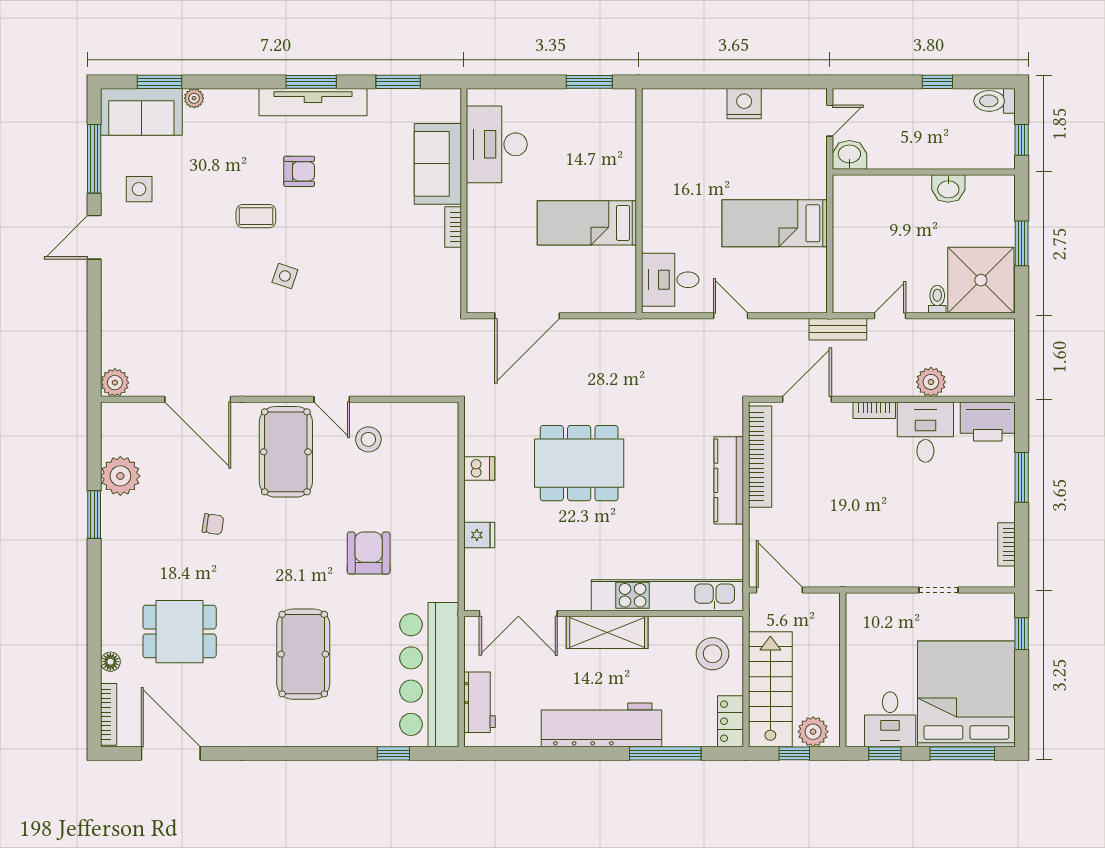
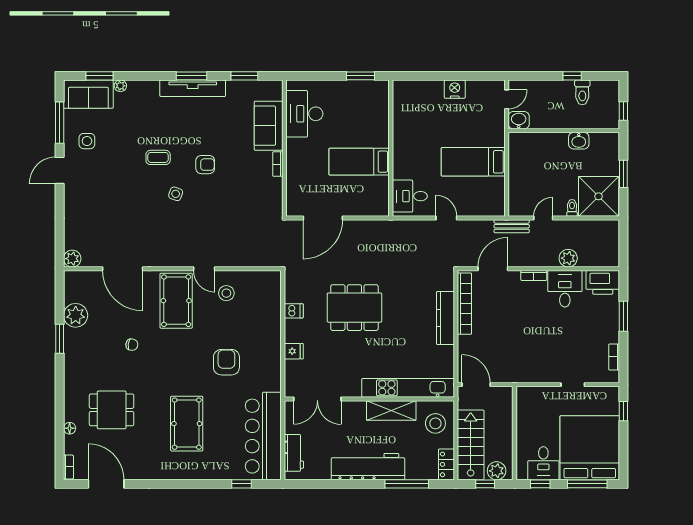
toilet: (995, 101) -> (582, 92), moved, turned -90
armchair: (299, 171) -> (205, 165), moved
shelving: (607, 632) -> (391, 410), moved
bookcase: (109, 714) -> (68, 467), width x0.64

